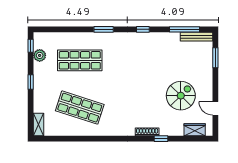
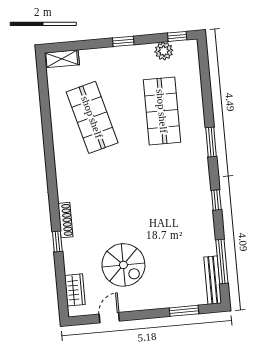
shop shelf: (80, 108) -> (92, 117), turned -33

